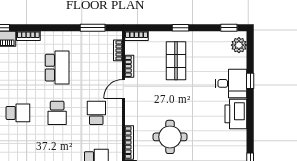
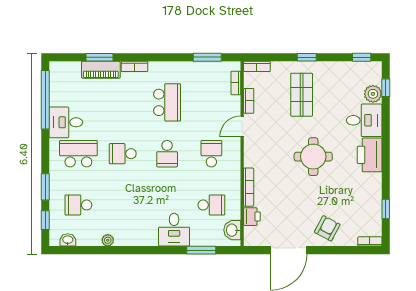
plant: (239, 45) -> (373, 94), moved
window: (250, 81) -> (386, 88), moved
school desk: (18, 113) -> (123, 154), turned 180
round table: (170, 137) -> (313, 157), moved

